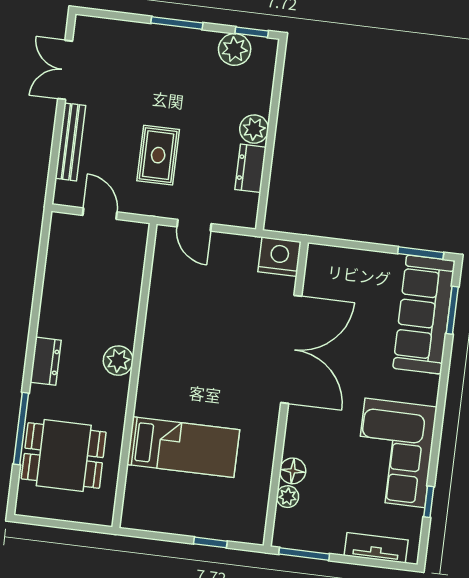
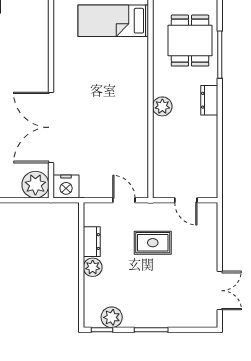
bench: (70, 142) -> (211, 244), removed
rug: (158, 155) -> (153, 243), turned 90
bed: (183, 447) -> (113, 21), moved
dining table: (64, 455) -> (190, 41), turned 90
floor lamp: (293, 471) -> (40, 49), removed
plant: (288, 497) -> (35, 185), moved, width x1.87, depth x1.87

